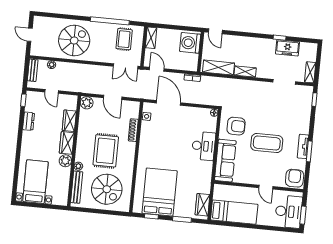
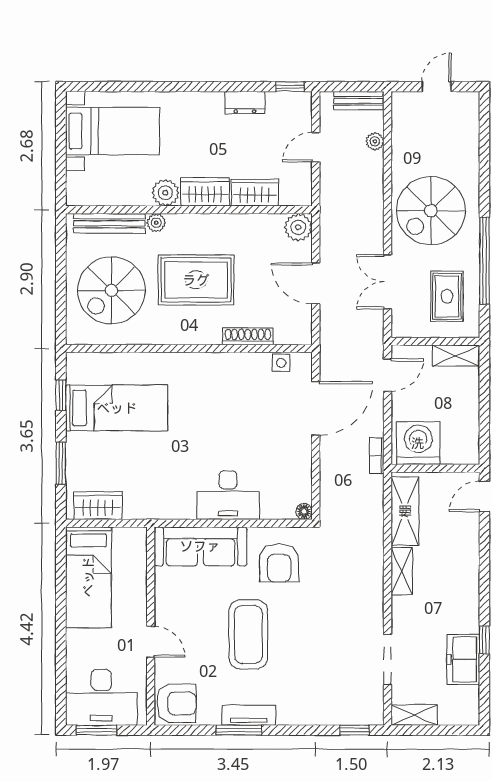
rug: (124, 39) -> (447, 296), turned 90
spiral stairs: (74, 40) -> (431, 211), moved, turned 90
washing machine: (190, 43) -> (418, 443), moved
double door: (126, 66) -> (387, 282), moved
door: (113, 97) -> (316, 283), hinge flipped
door: (266, 187) -> (151, 642), swing flipped
bed: (160, 192) -> (117, 408), width x0.67

